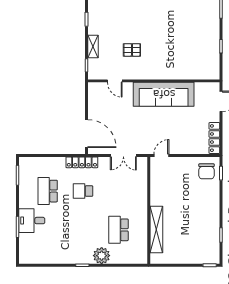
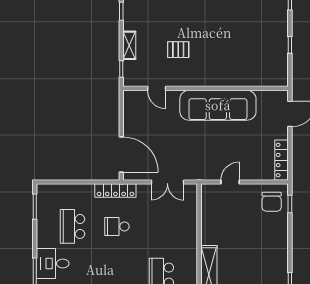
door: (161, 156) -> (230, 182), moved

